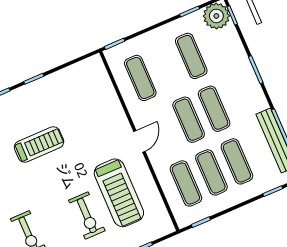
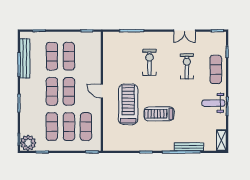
door: (139, 141) -> (102, 91), hinge flipped
exercise mat: (186, 183) -> (69, 127), moved
treadmill: (119, 193) -> (128, 104), moved

